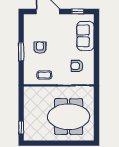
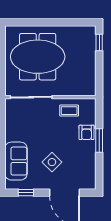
side table: (58, 35) -> (52, 162), added
armchair: (40, 48) -> (87, 132), moved
armchair: (77, 66) -> (27, 122), removed

